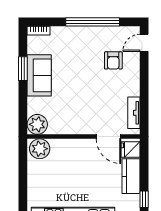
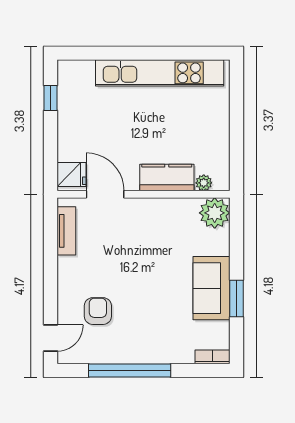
plant: (40, 149) -> (204, 183), width x0.53, depth x0.53
kitchen counter: (131, 176) -> (167, 178), moved, turned -90

